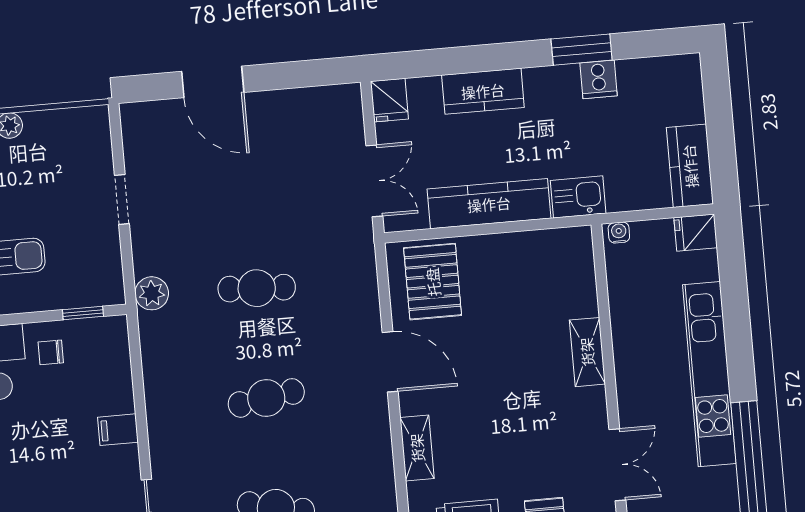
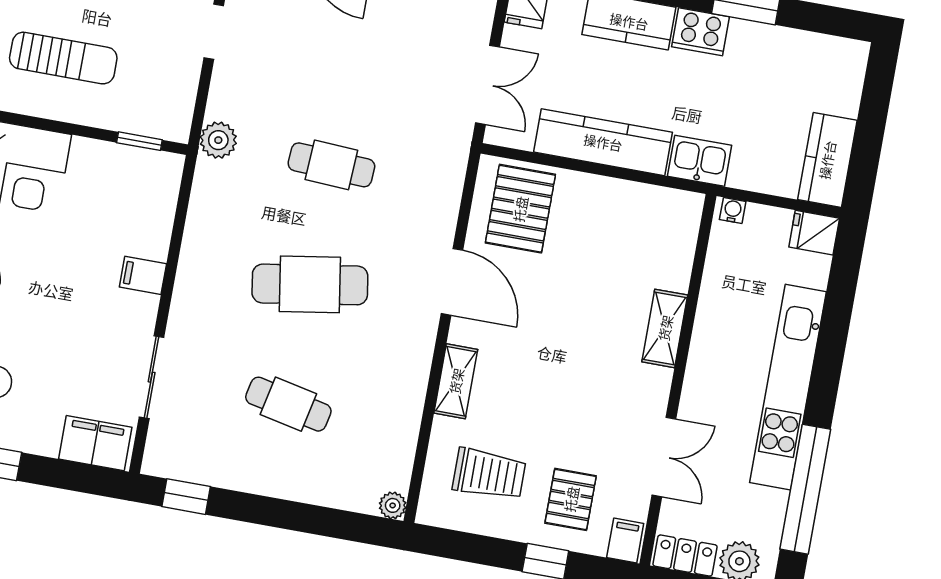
cooker: (599, 79) -> (701, 32), moved, width x1.36
chair: (51, 352) -> (94, 174), removed
cafe table: (266, 398) -> (310, 284), width x1.37, depth x1.35

